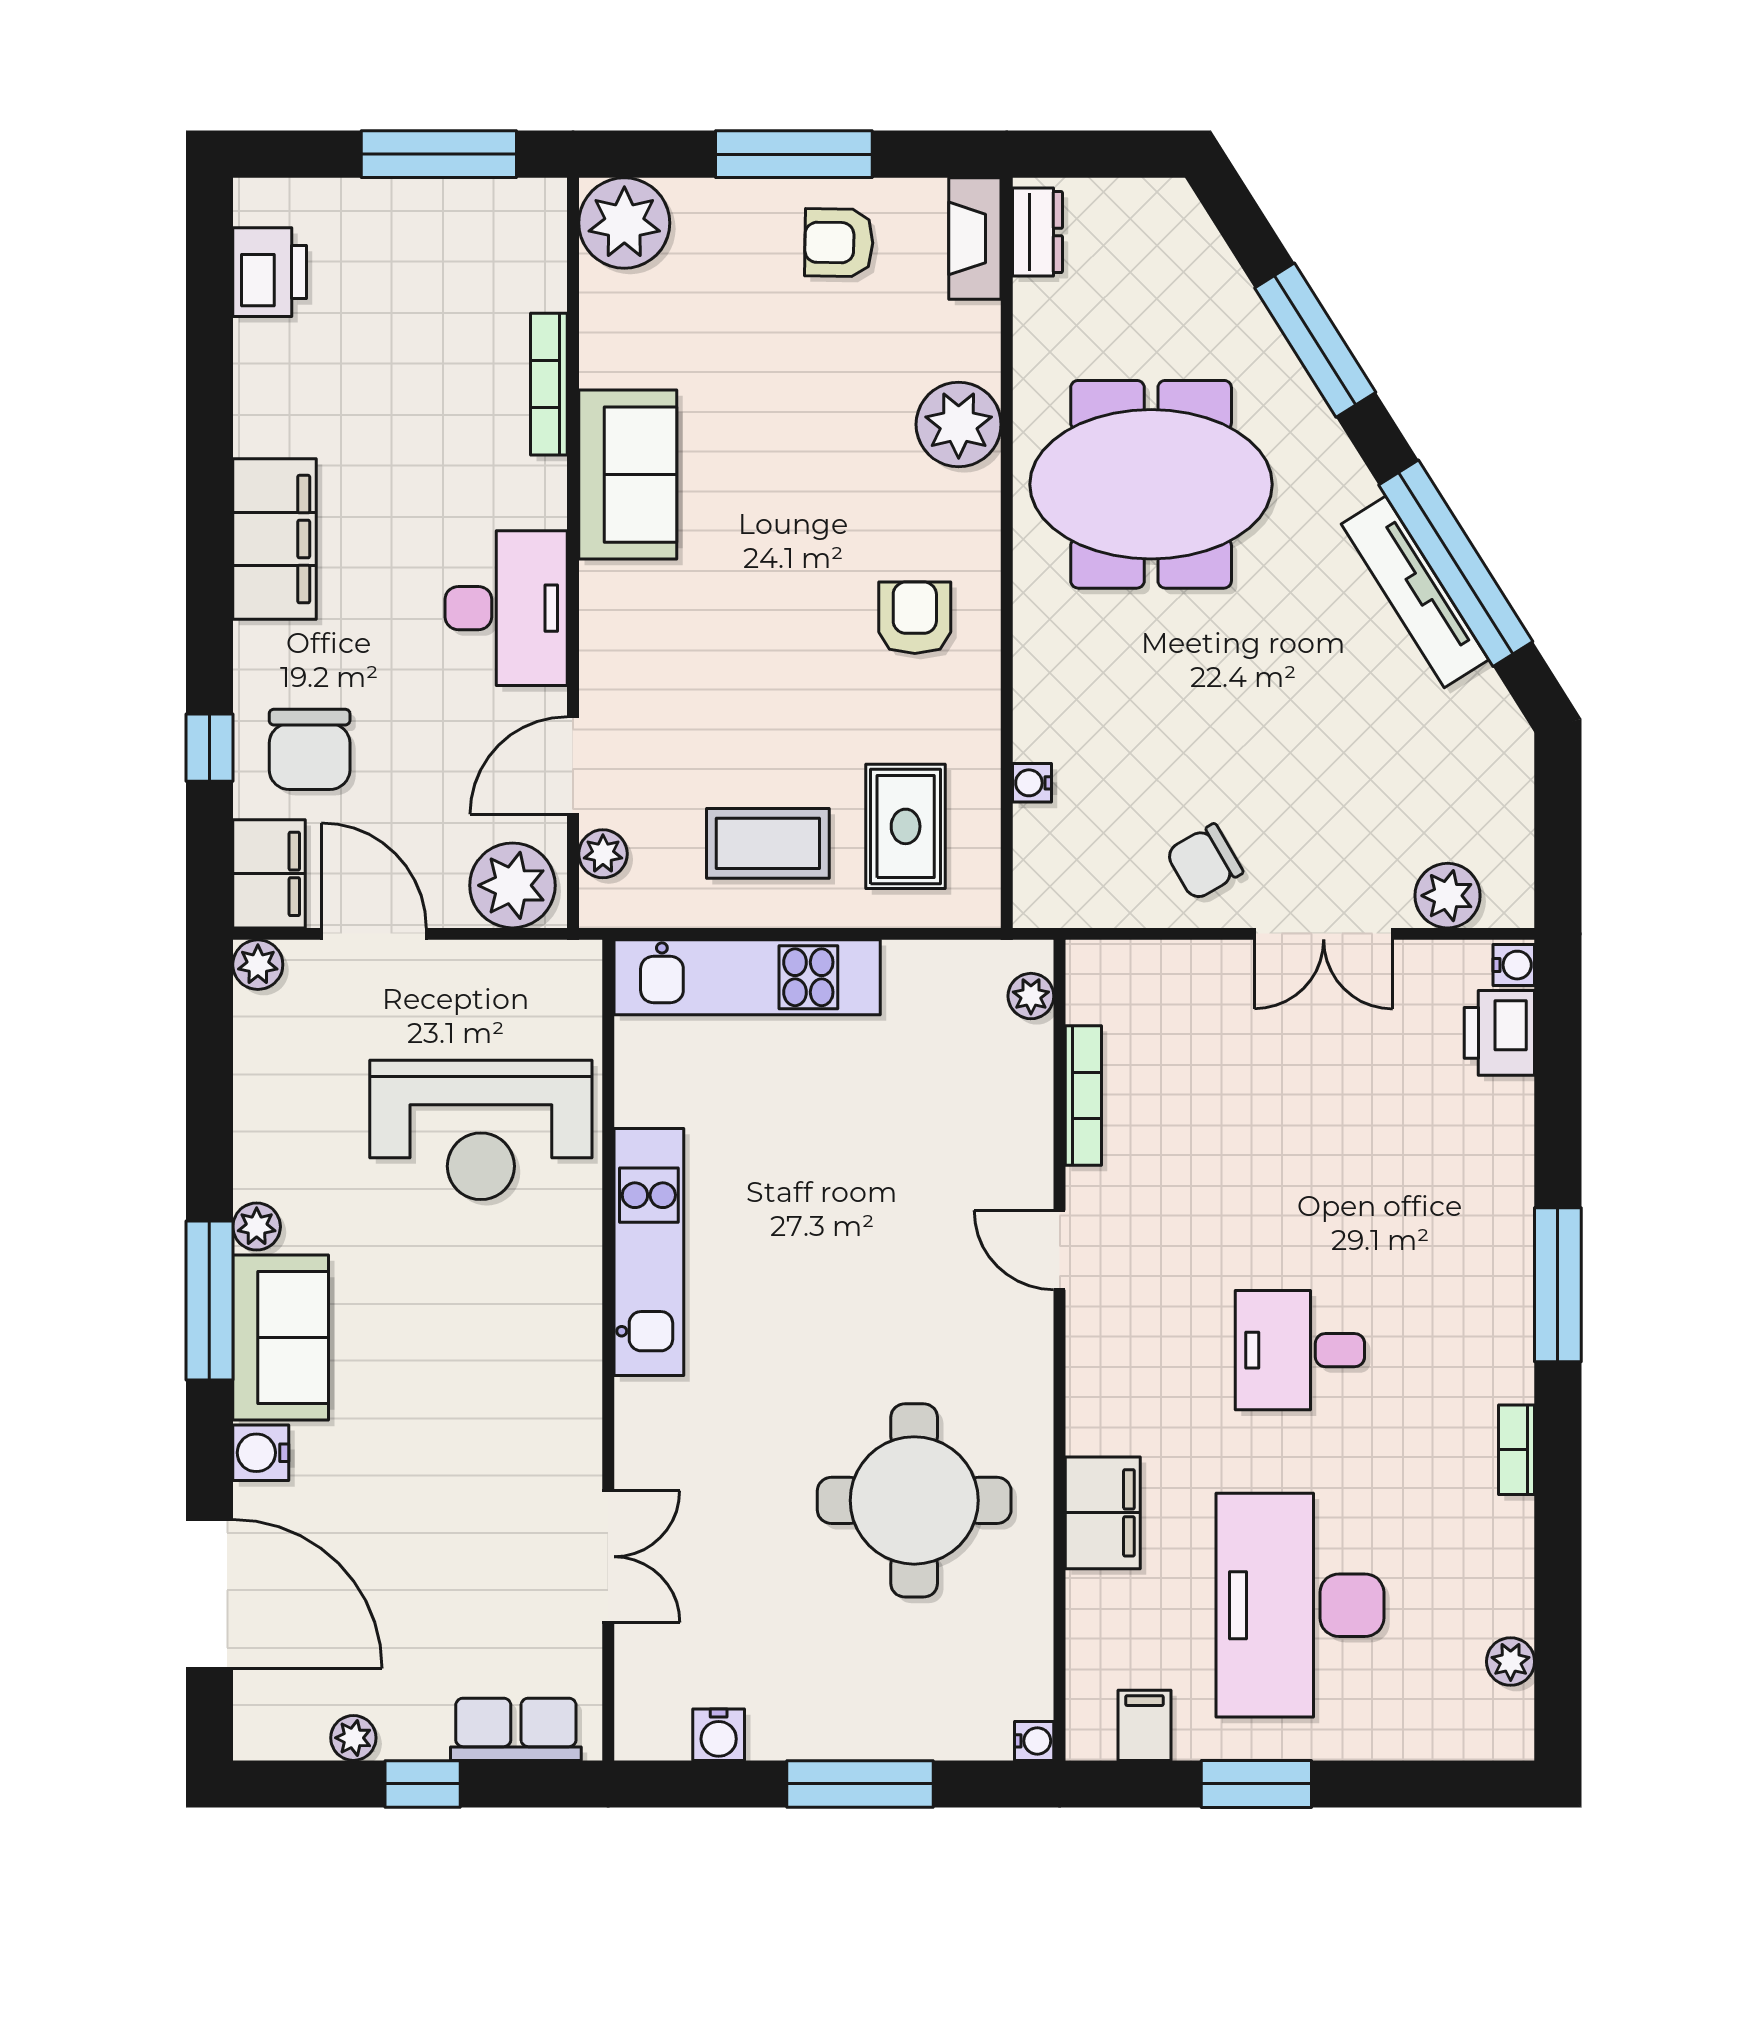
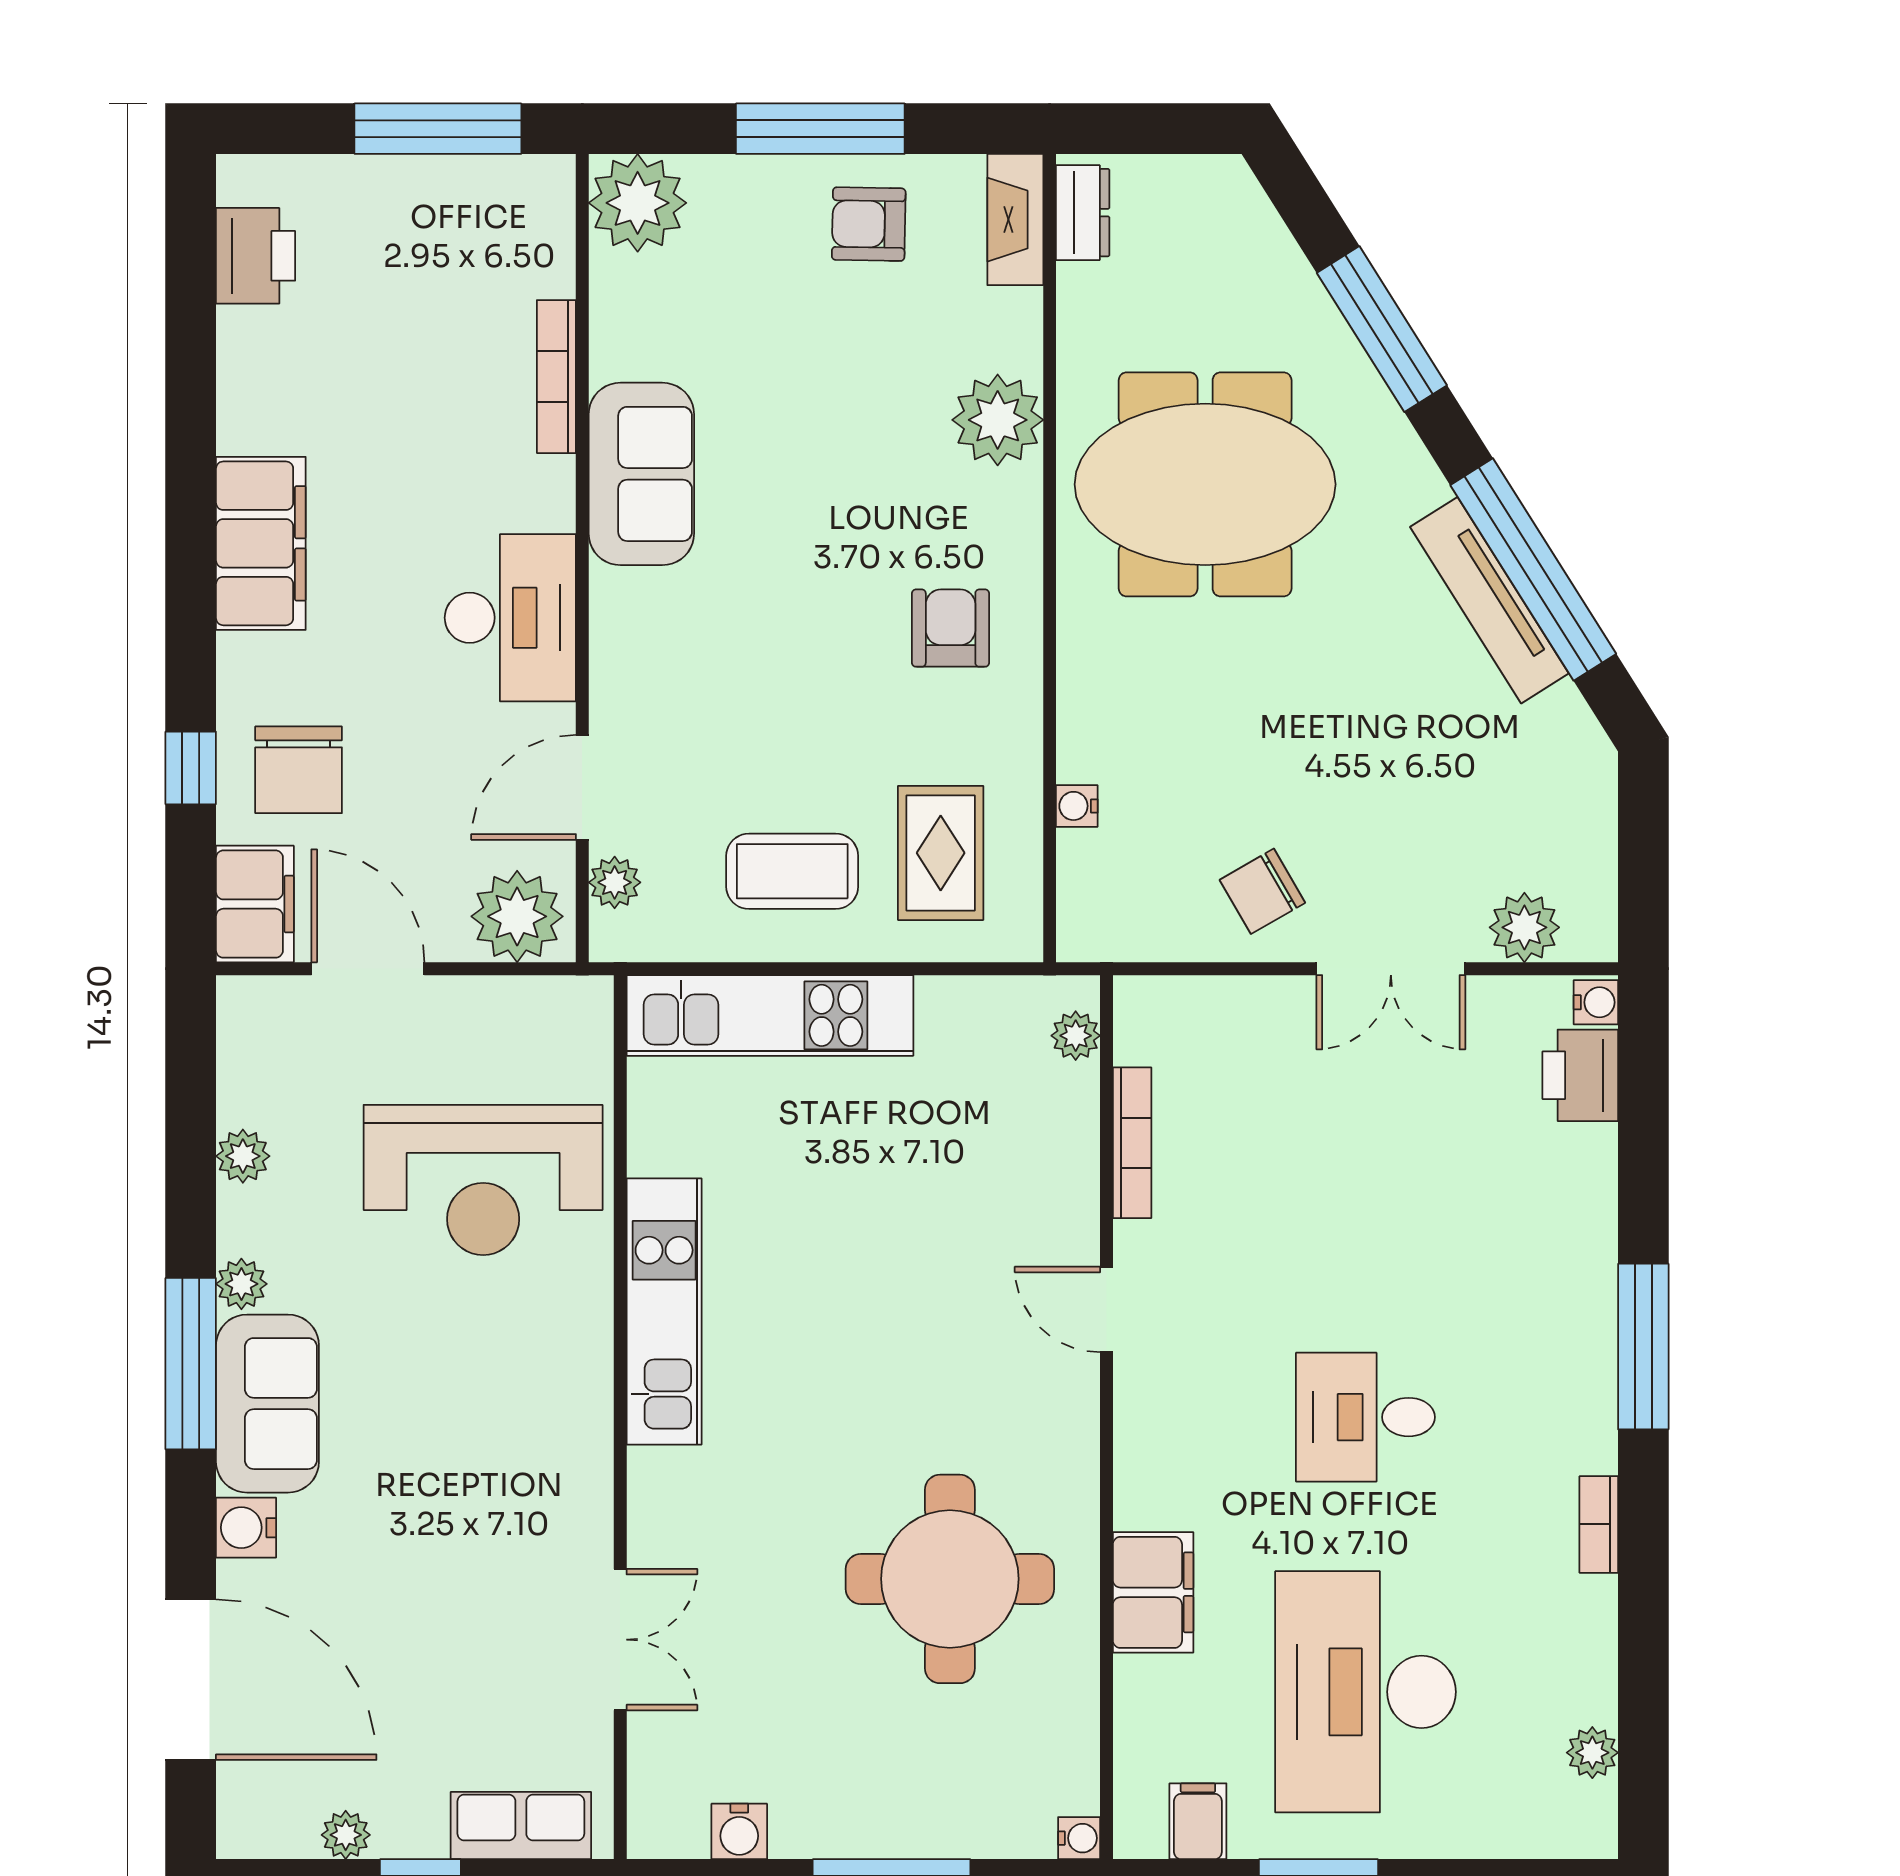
plant: (258, 965) -> (243, 1156), moved

